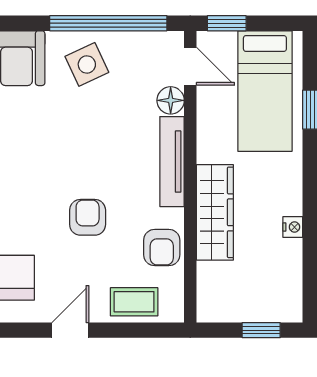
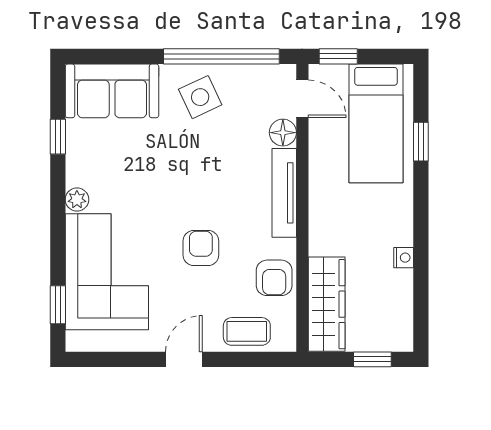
wardrobe: (215, 212) -> (327, 304), moved

